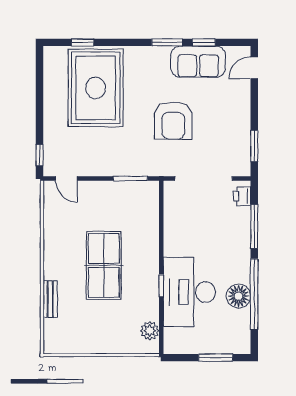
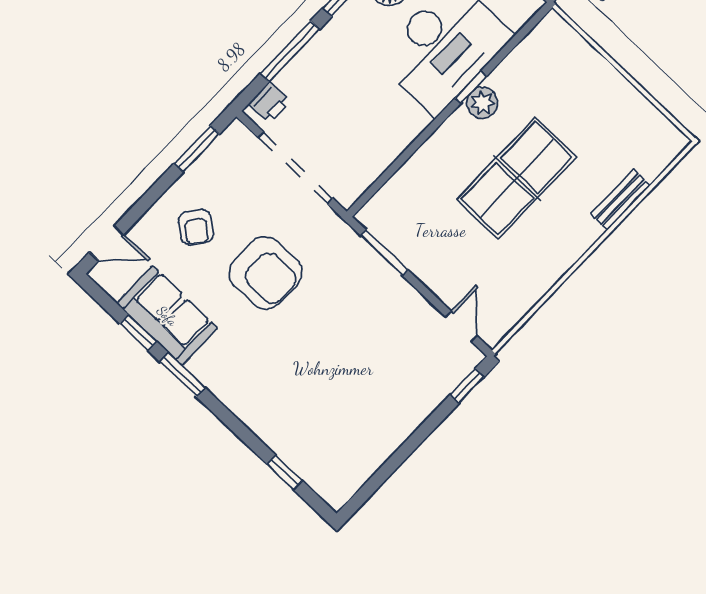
rug: (96, 88) -> (321, 402), removed
armchair: (222, 112) -> (196, 227), added
armchair: (173, 121) -> (265, 273), turned 90
plant: (150, 331) -> (482, 103), moved

